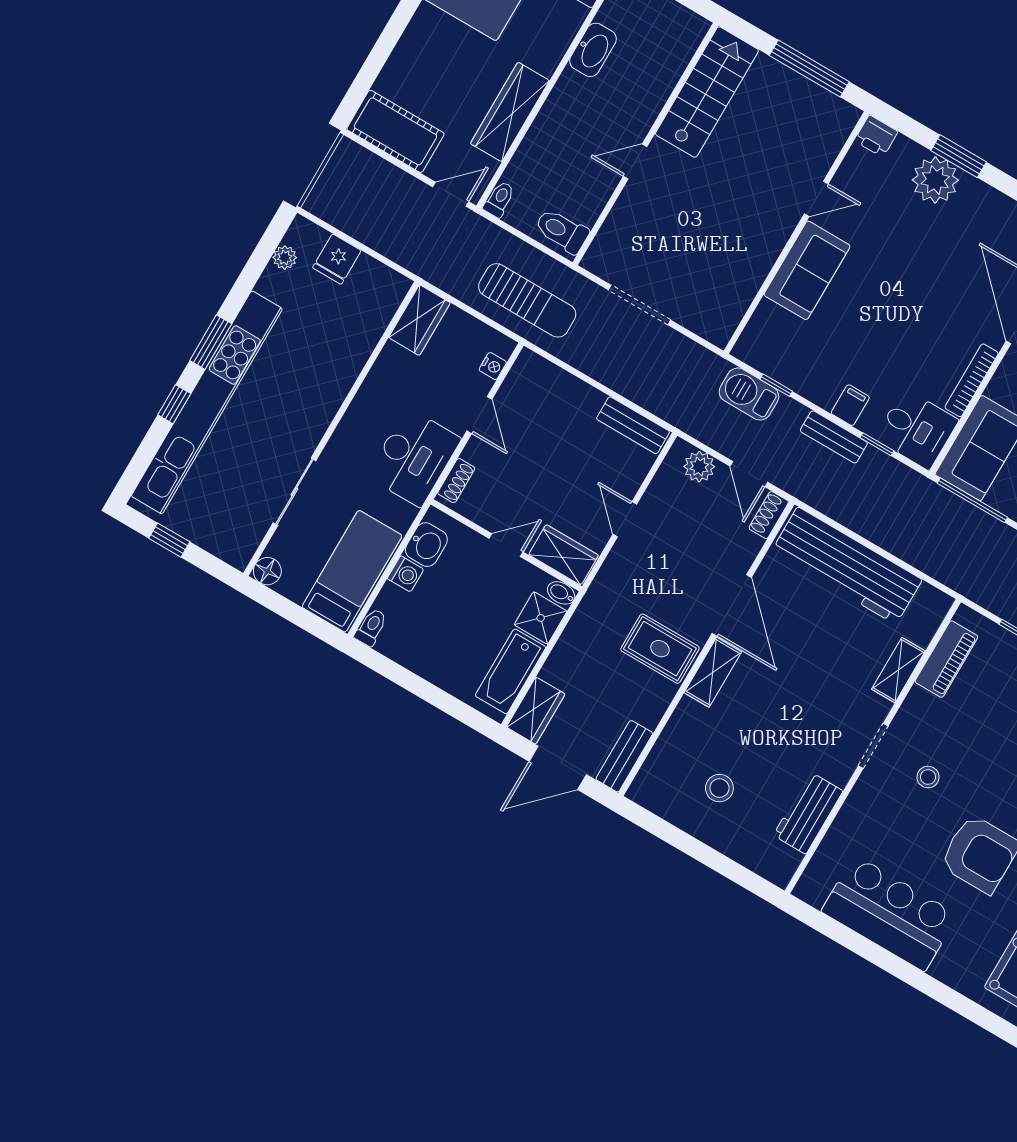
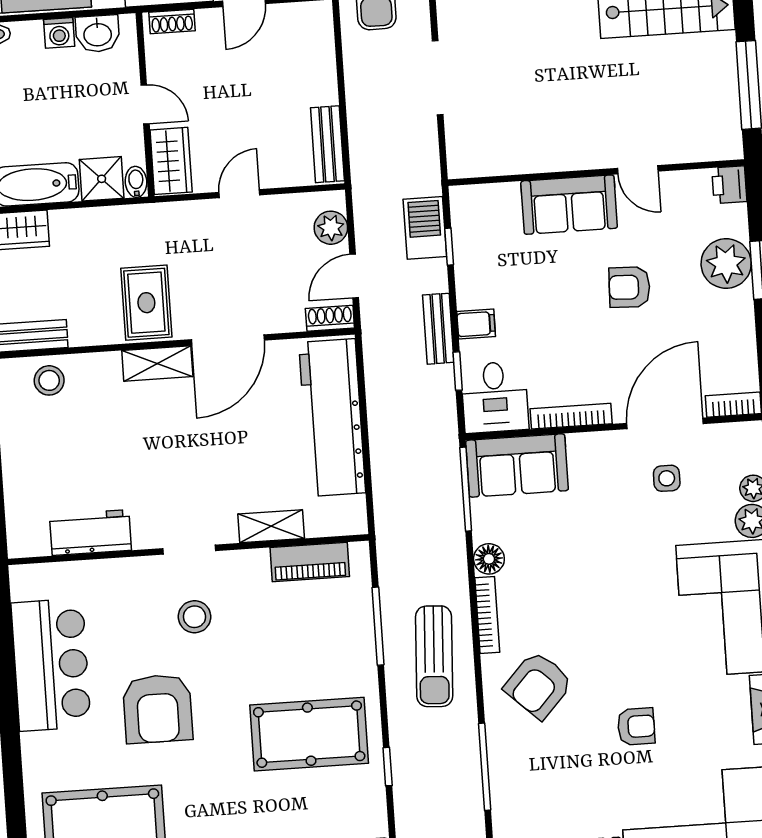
armchair: (903, 267) -> (629, 287), added
stool: (928, 777) -> (194, 617), width x1.37, depth x1.37
stool: (719, 788) -> (49, 380), moved

